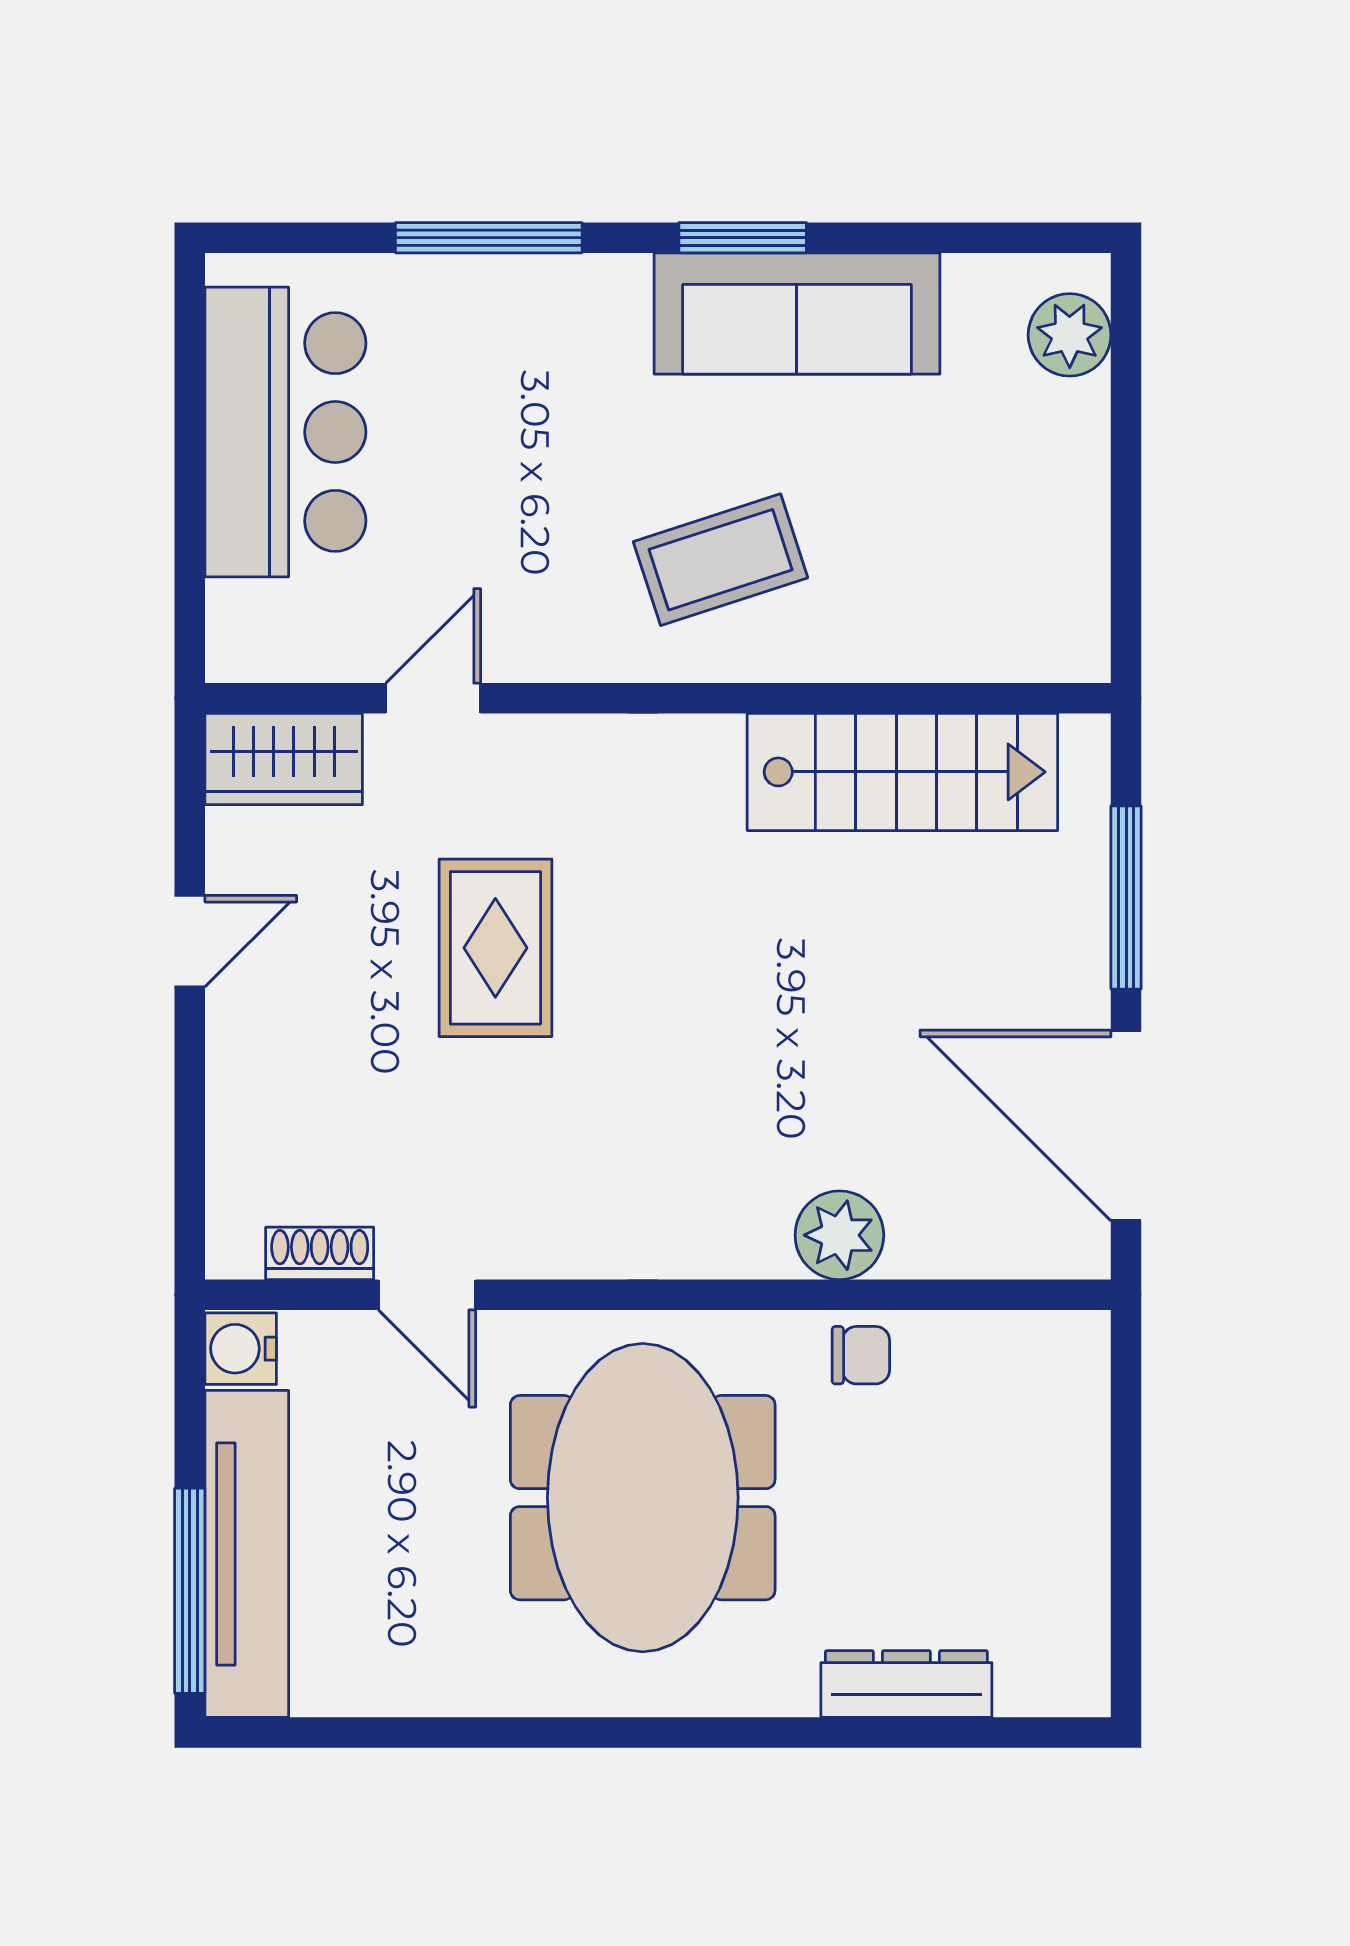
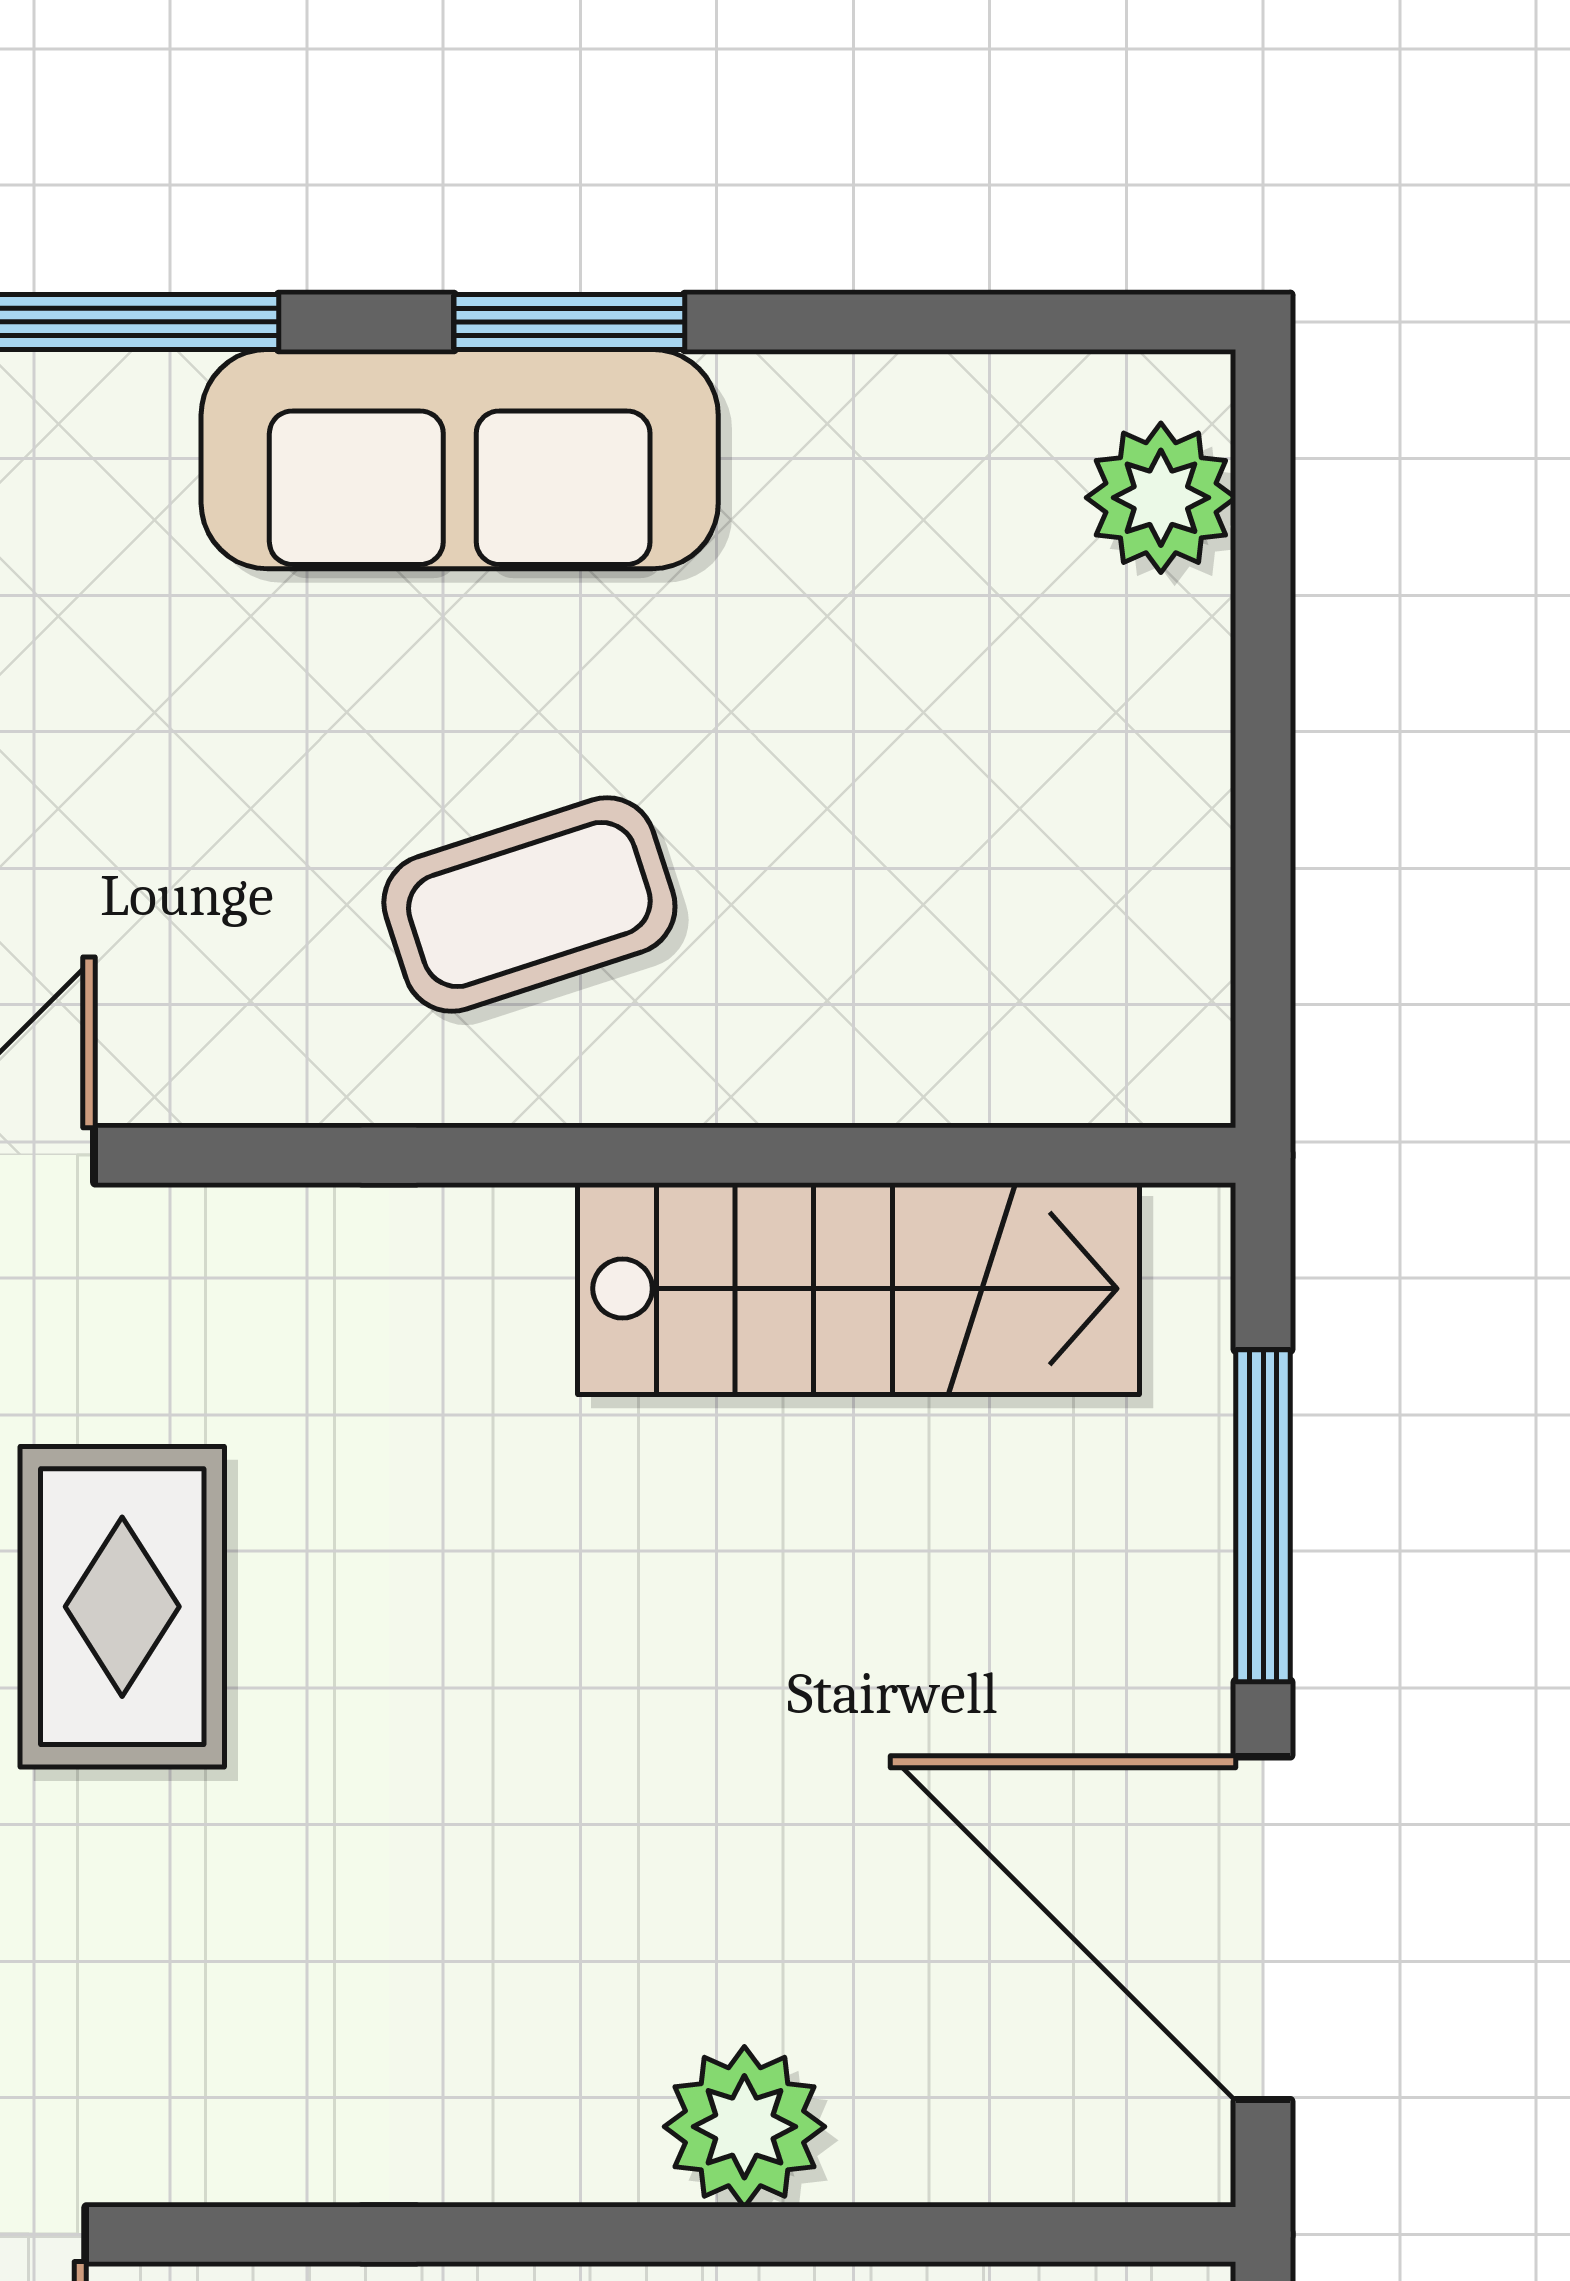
sofa: (797, 314) -> (460, 459), moved

